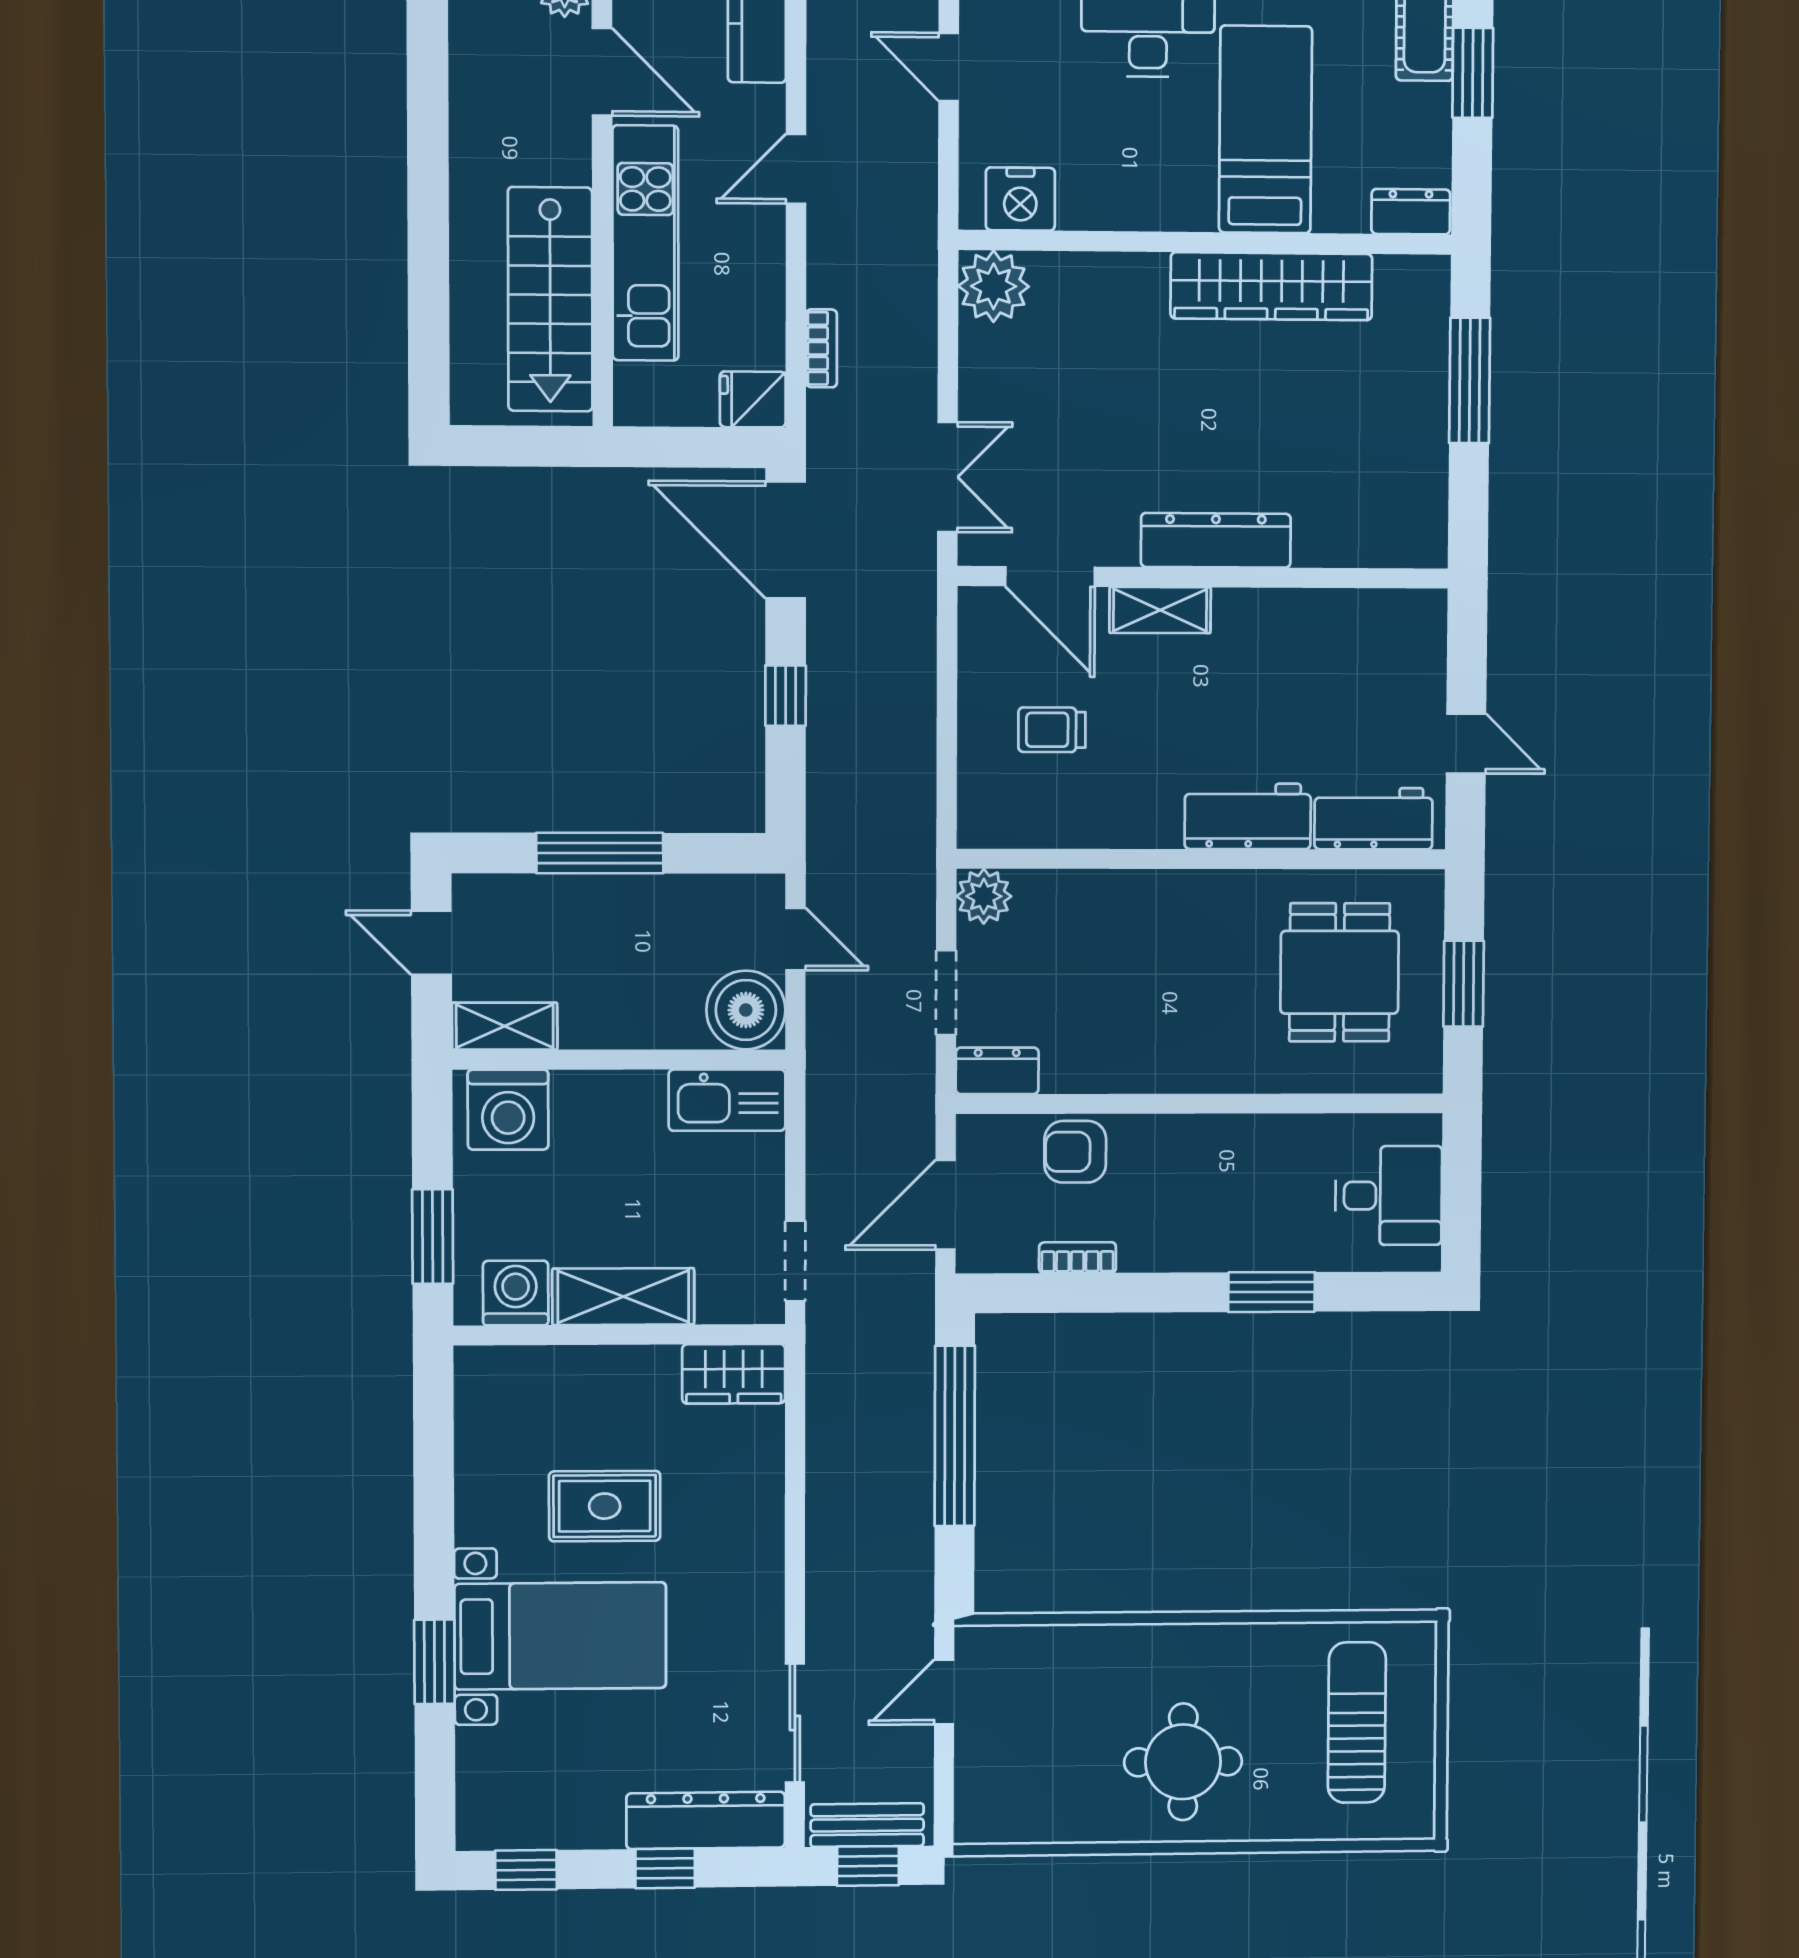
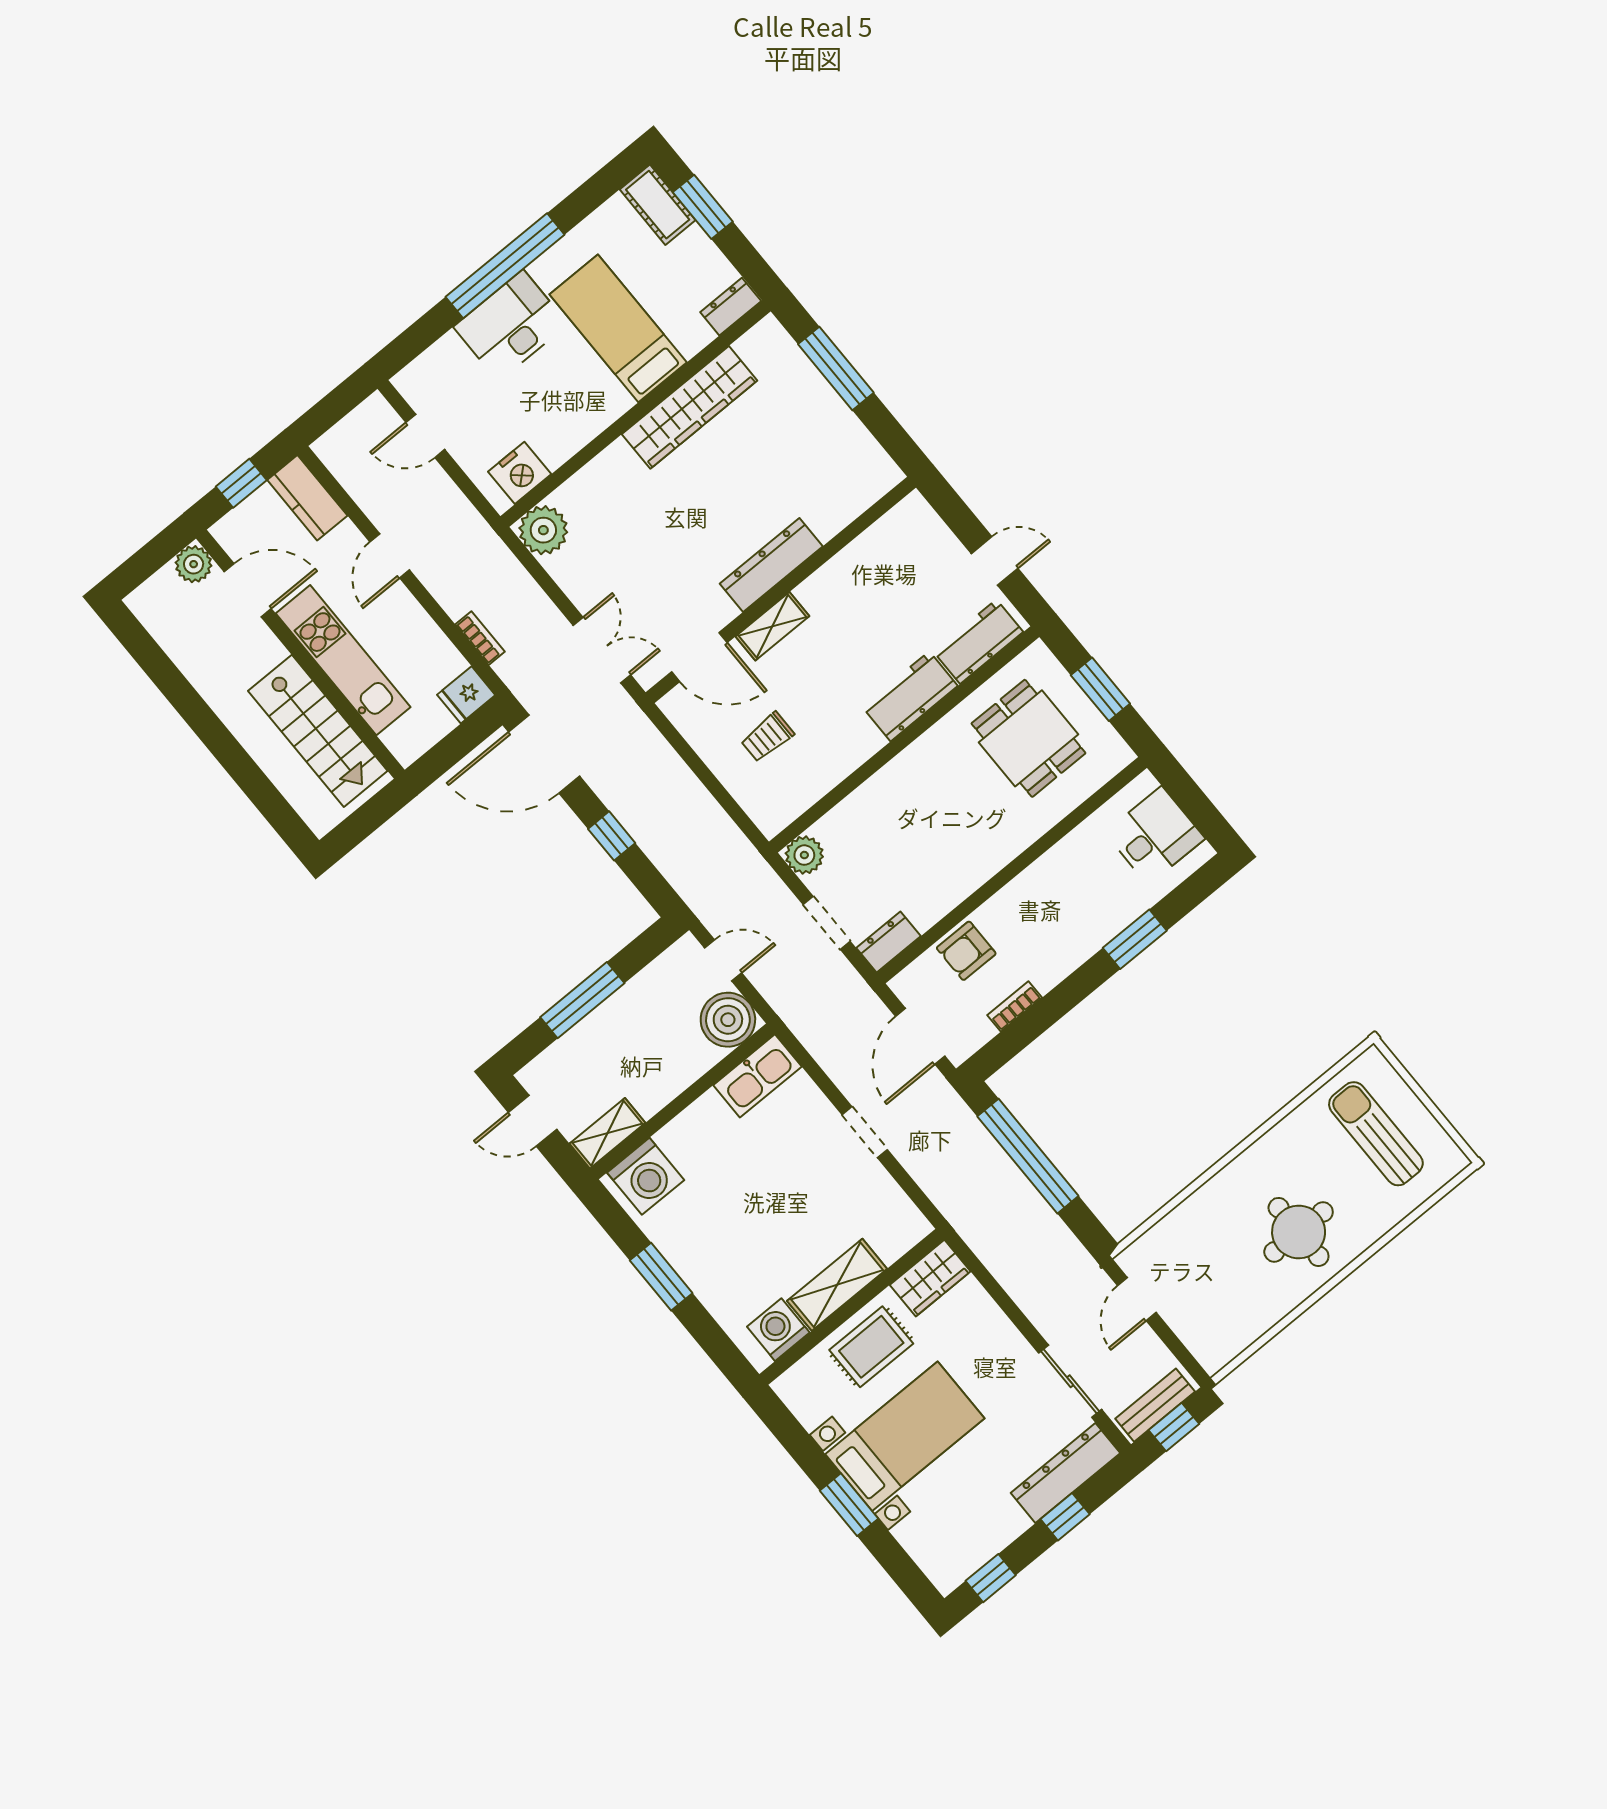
washing machine: (516, 1293) -> (778, 1330), moved
shelving: (623, 1297) -> (837, 1285), moved
wall: (620, 1335) -> (852, 1307), moved
wardrobe: (734, 1374) -> (930, 1278), moved

